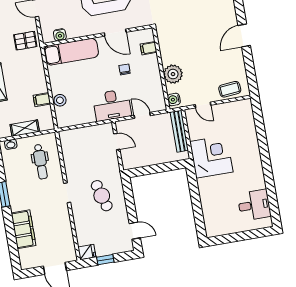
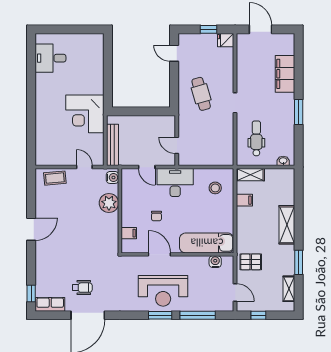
stool: (60, 100) -> (215, 188), moved
shelving: (25, 128) -> (250, 175), moved

